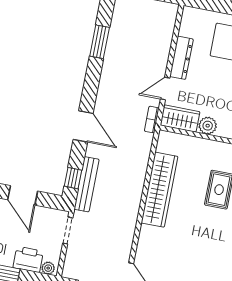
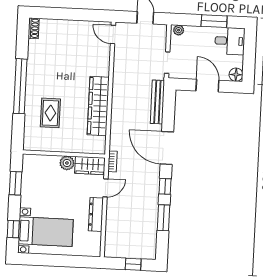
door: (83, 126) -> (167, 148), width x1.36
window: (73, 178) -> (165, 186), moved
printer: (28, 259) -> (196, 35), removed

